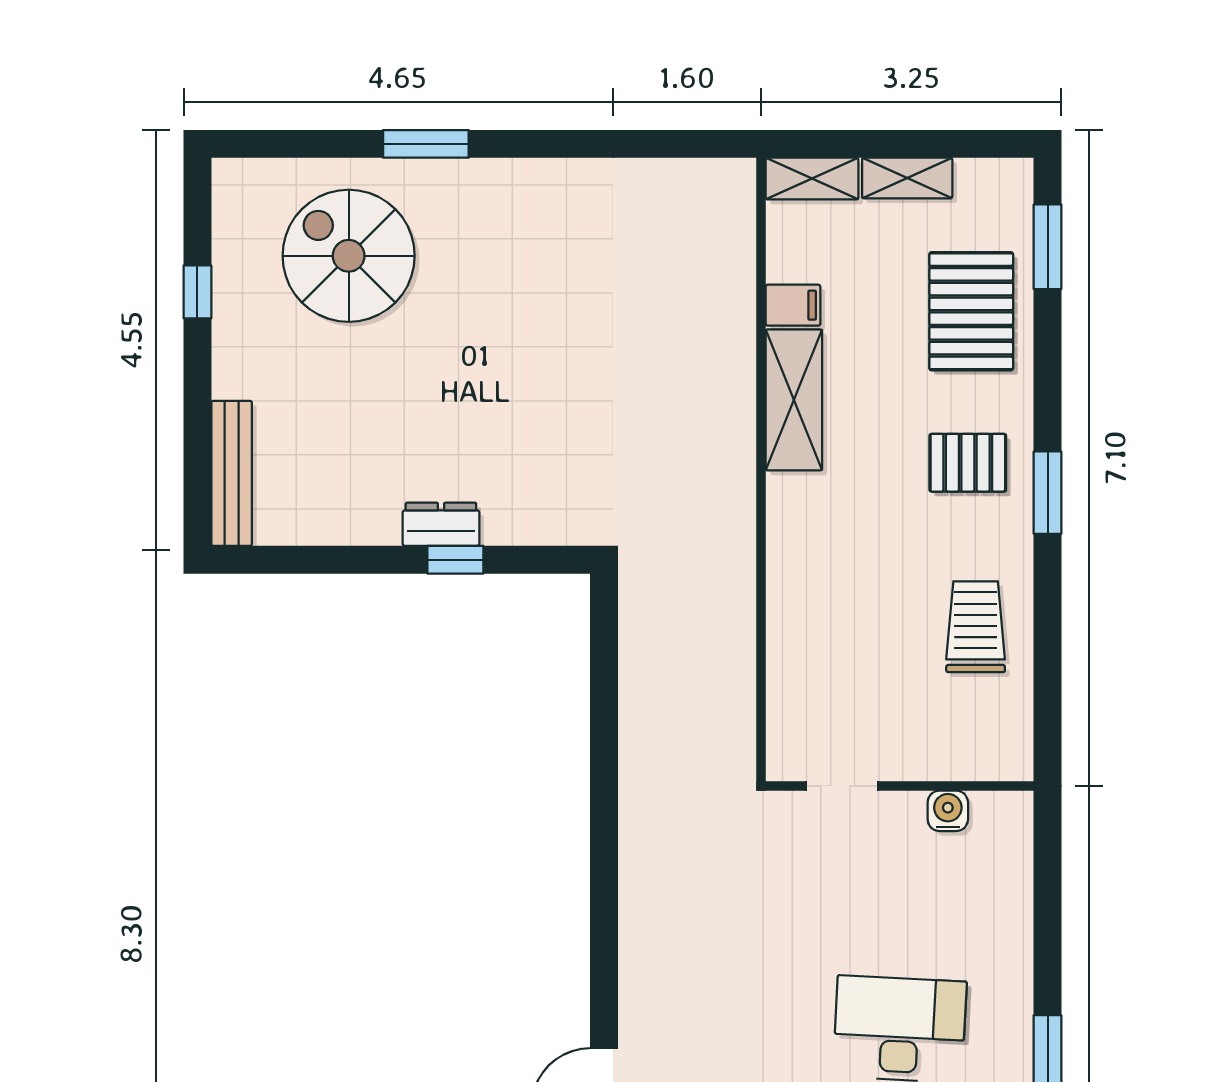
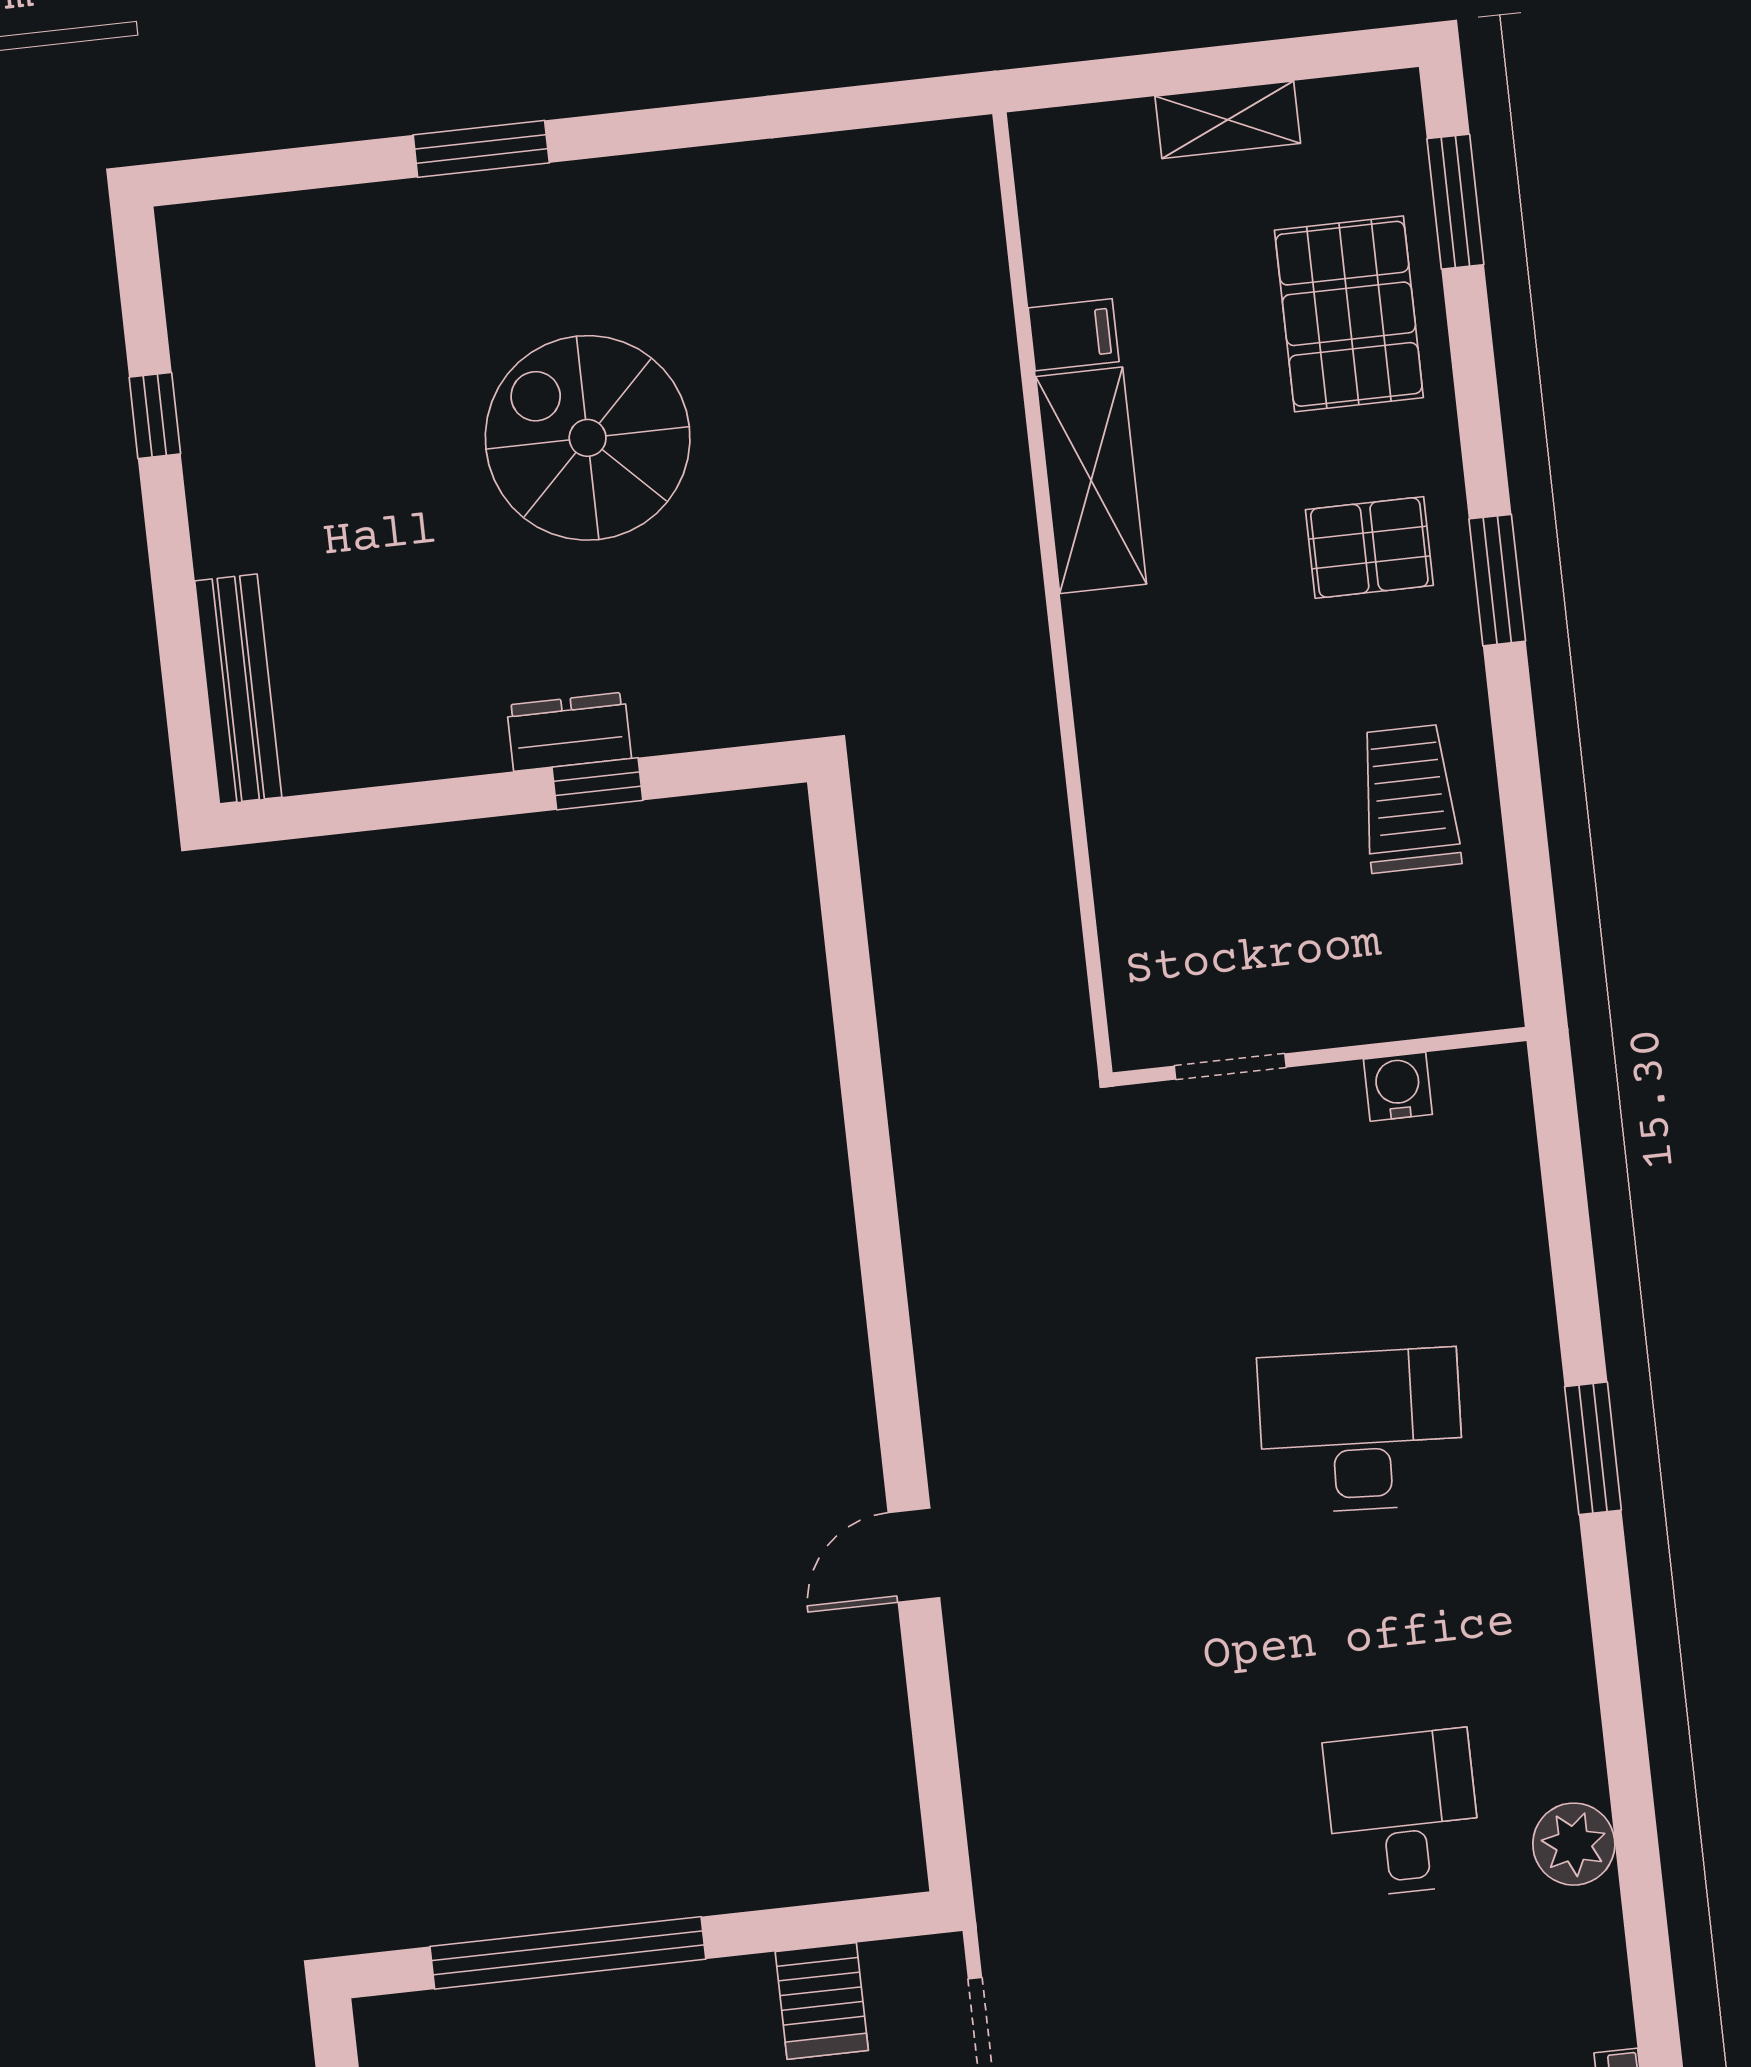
shelving: (812, 179) -> (1081, 137), removed
spiral stairs: (349, 256) -> (588, 438), moved

